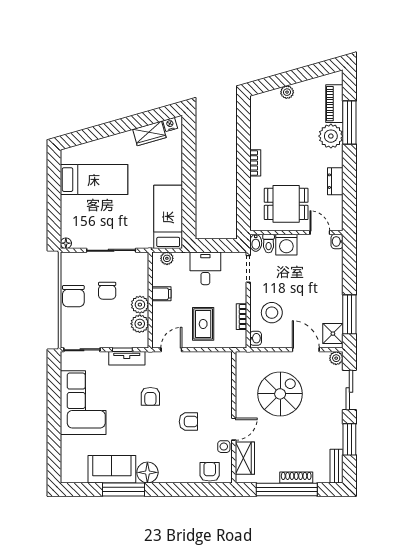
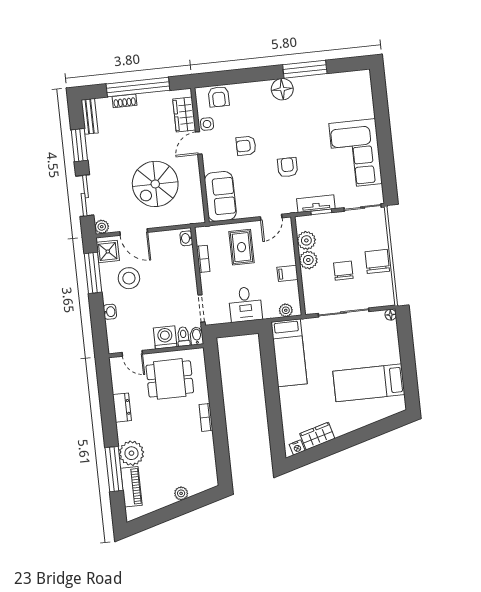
washbasin: (337, 241) -> (110, 312), moved
stool: (272, 313) -> (129, 278), moved
sofa: (112, 469) -> (220, 196), moved, turned -90
shoe rack: (296, 477) -> (125, 101), width x0.70

